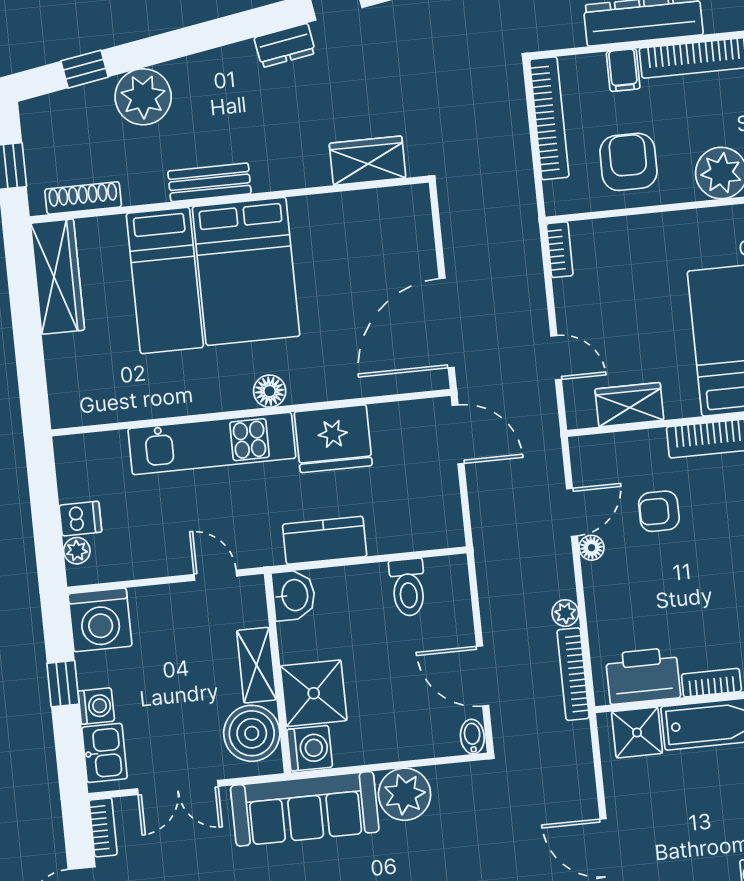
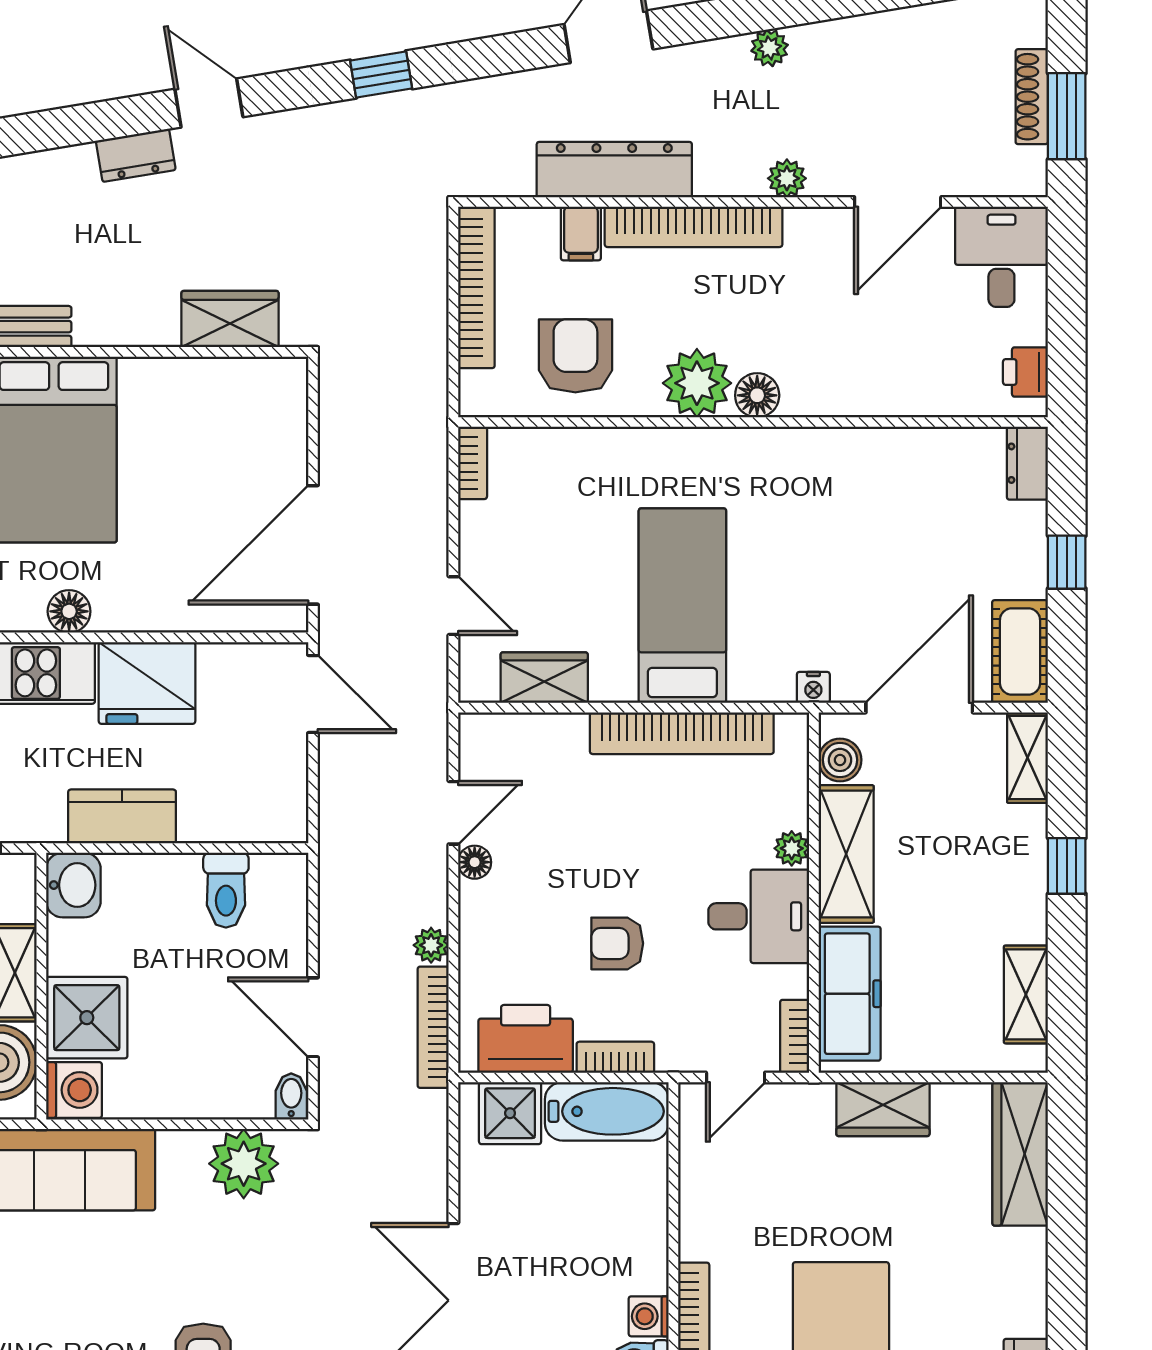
armchair: (659, 511) -> (617, 943), moved
plant: (405, 794) -> (244, 1164), moved

